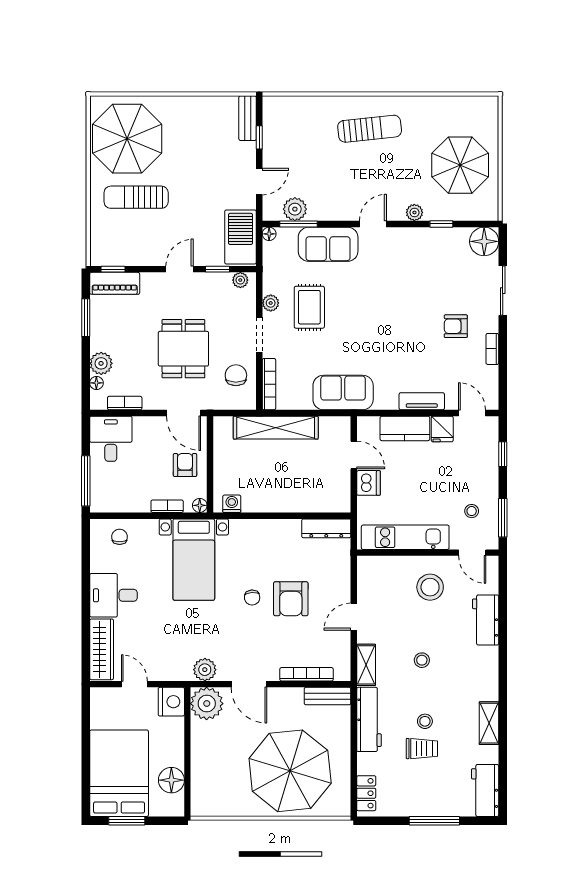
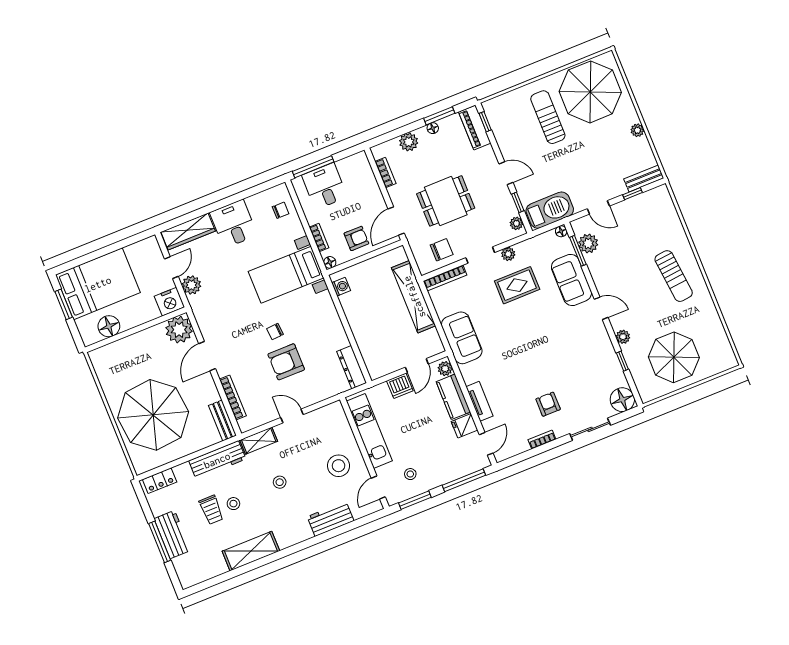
plant: (191, 104) -> (637, 130), added
floor lamp: (96, 383) -> (433, 128), moved
plant: (370, 425) -> (445, 369), added
desk: (111, 439) -> (325, 186), moved, turned -90
window: (503, 454) -> (464, 480), width x2.17
plant: (205, 670) -> (191, 285), moved
shelving: (489, 723) -> (251, 551), width x1.50, depth x1.33
workbench: (485, 791) -> (172, 534), moved, turned 90

